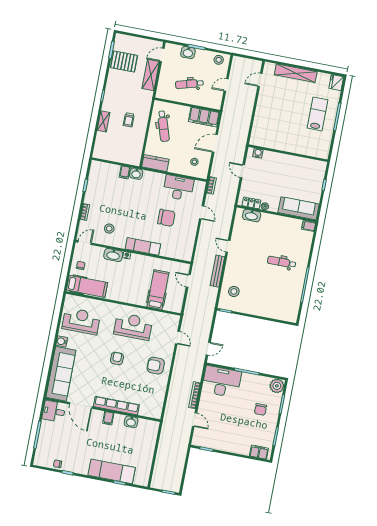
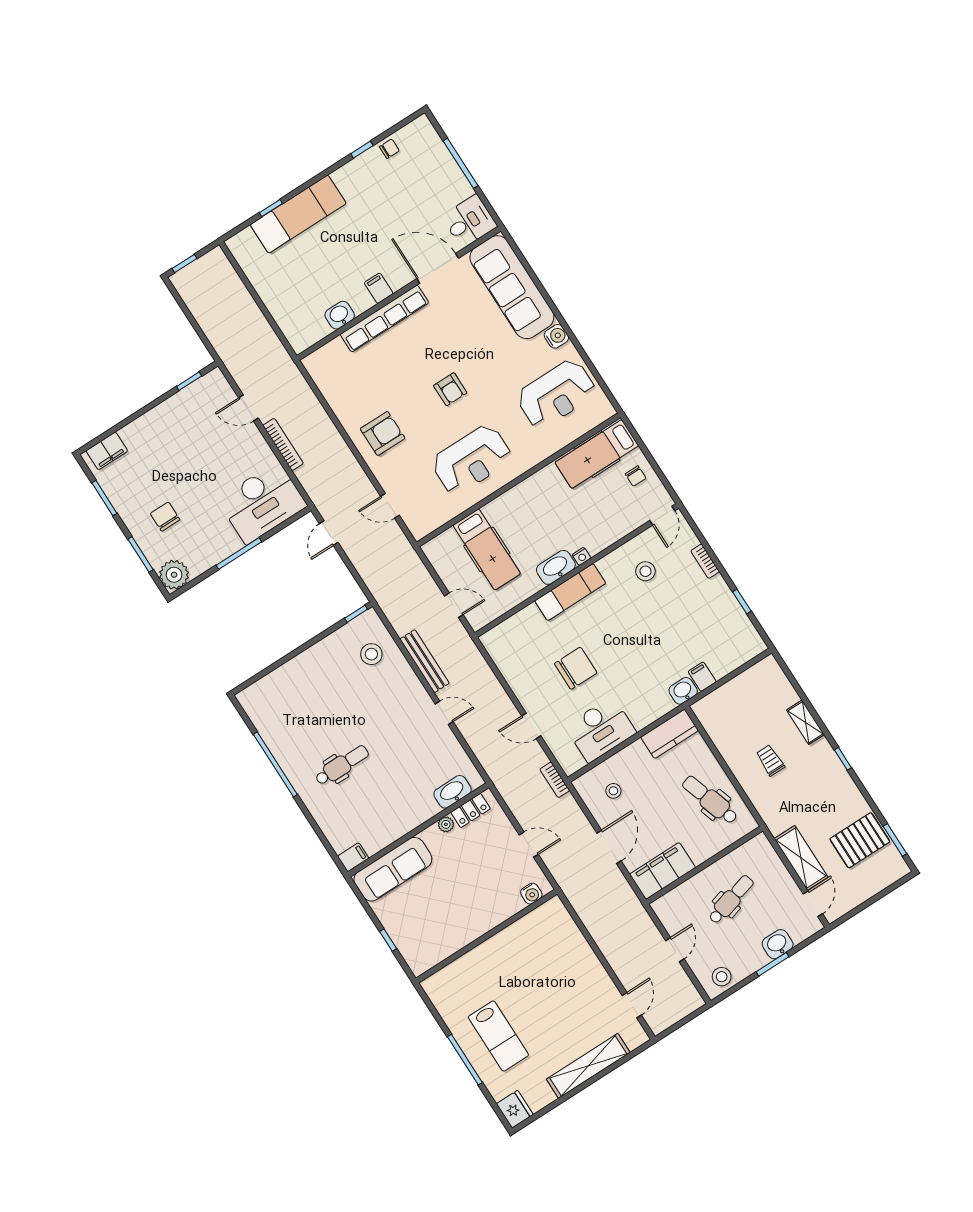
chair: (166, 218) -> (576, 668), turned 180
washbasin: (113, 255) -> (556, 567), moved

